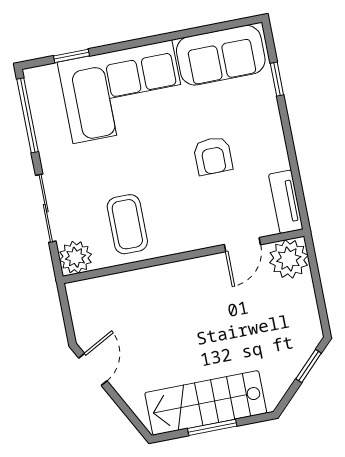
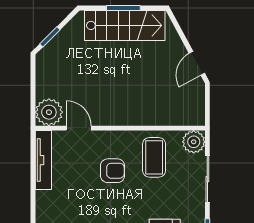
armchair: (213, 156) -> (113, 171), moved, turned 90
tv unit: (286, 202) -> (43, 160), width x1.41
door: (242, 245) -> (79, 128), hinge flipped

